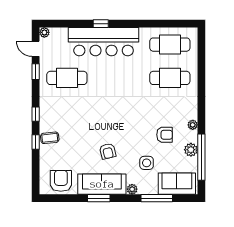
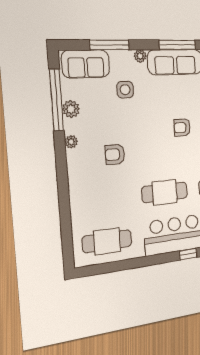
cafe table: (170, 78) -> (165, 192), moved
armchair: (165, 135) -> (115, 154), moved
armchair: (108, 151) -> (182, 128), moved, turned -76
window: (99, 198) -> (177, 45), width x1.44

